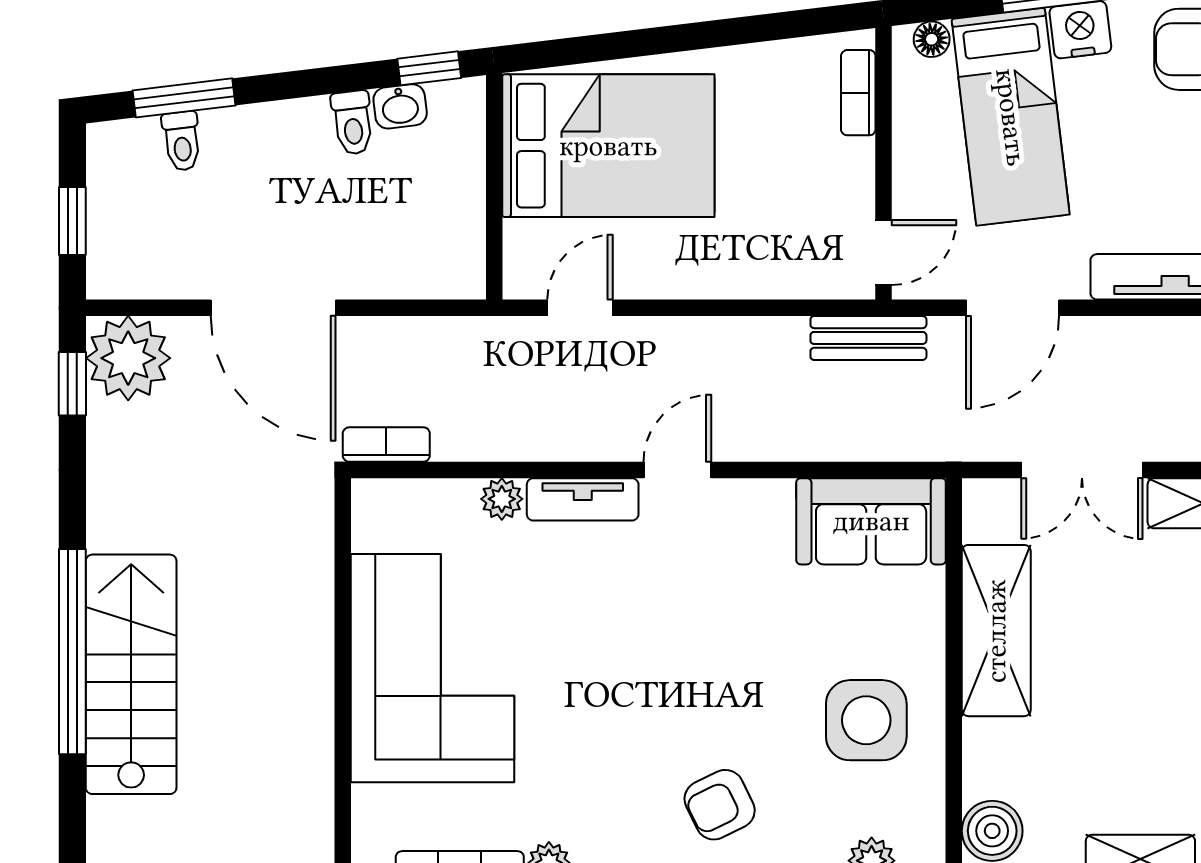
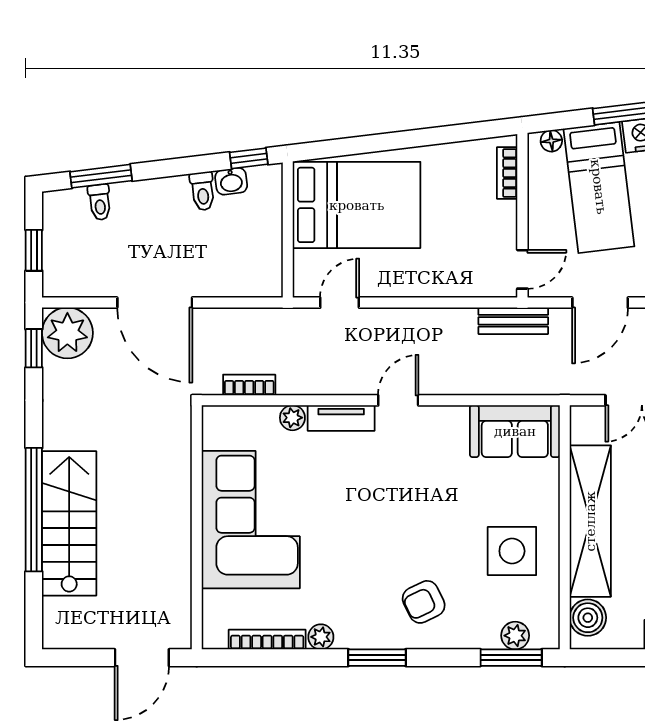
bookcase: (386, 445) -> (249, 385), moved
shelving: (996, 631) -> (590, 521), width x1.47

